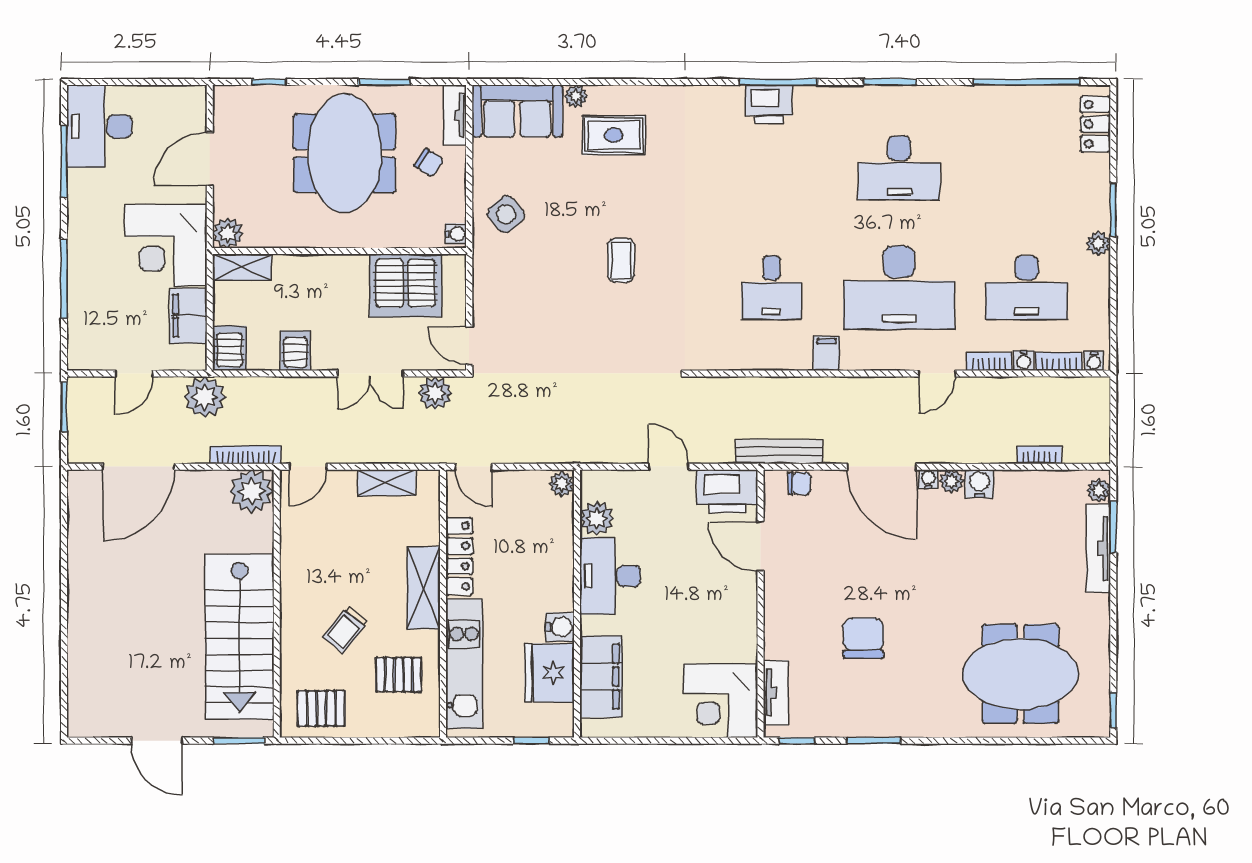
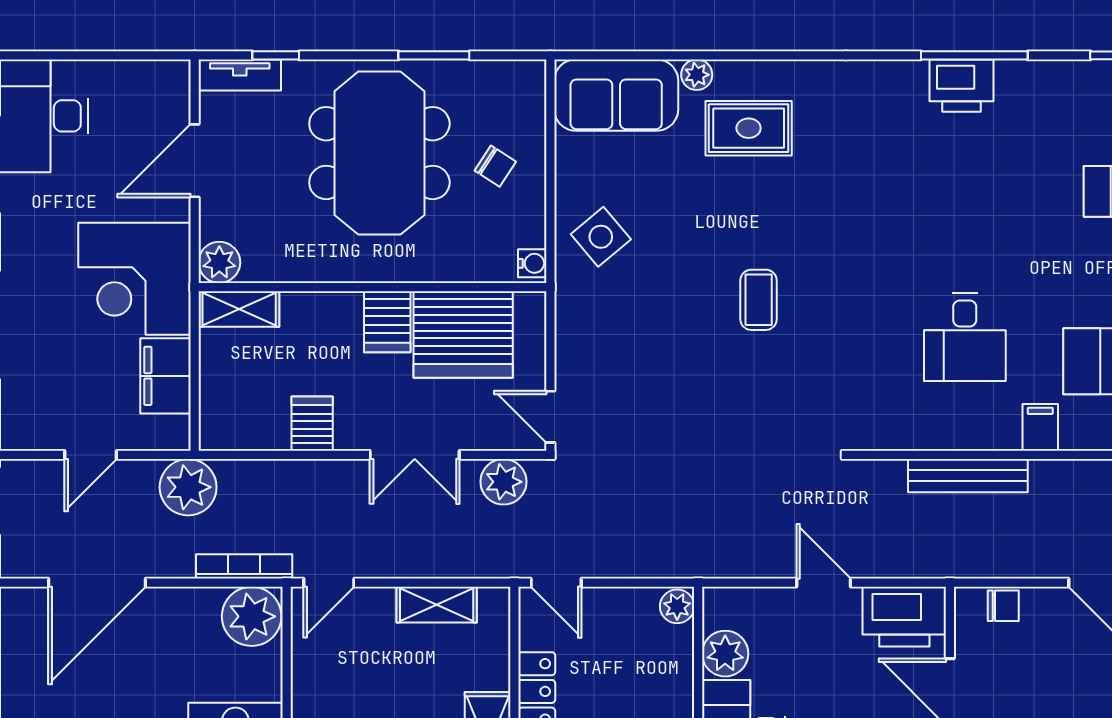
tv unit: (455, 115) -> (240, 75), moved, turned -90
server rack: (230, 348) -> (387, 322), moved, turned 180
bench: (779, 452) -> (968, 476), moved

